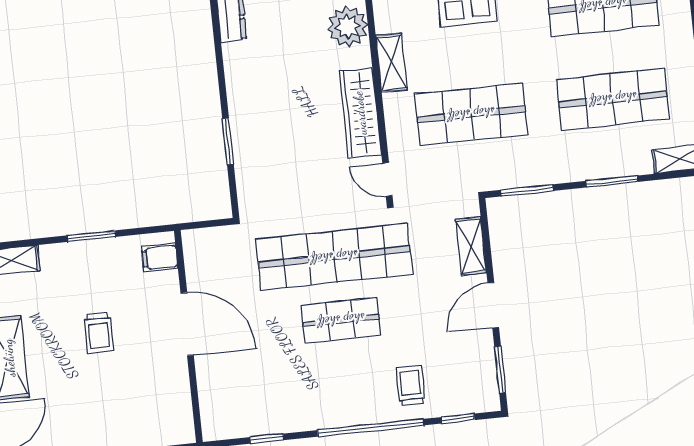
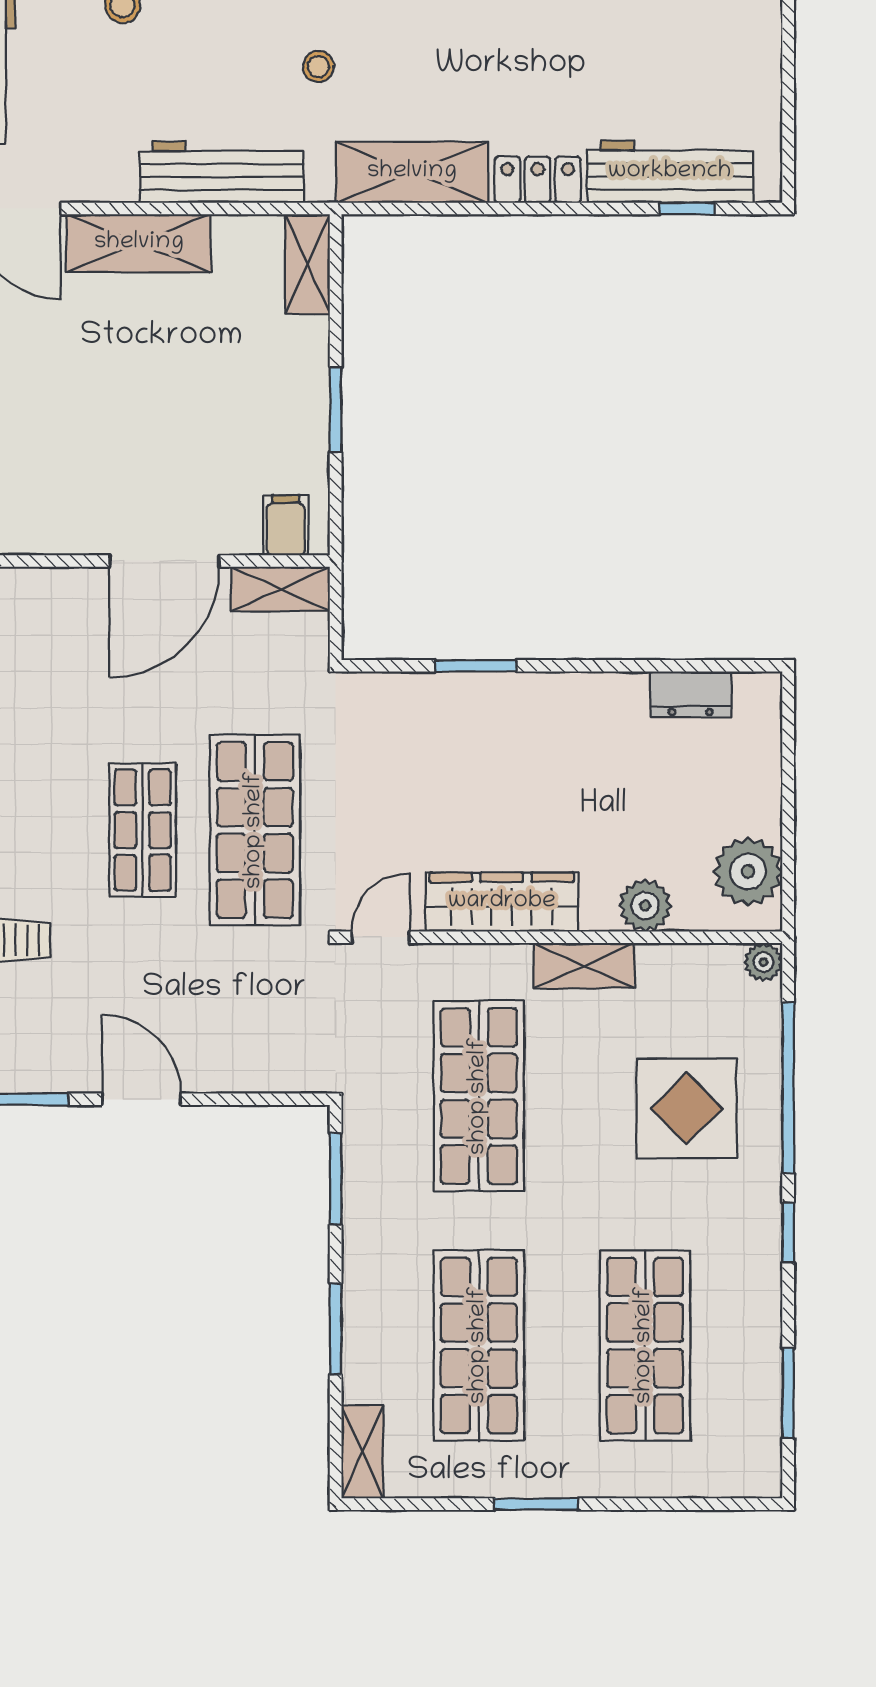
plant: (348, 27) -> (645, 905), width x0.73, depth x0.73
shelving: (471, 246) -> (280, 589), moved
shop shelf: (334, 257) -> (255, 830), width x0.71
trolley: (99, 333) -> (165, 405), removed

